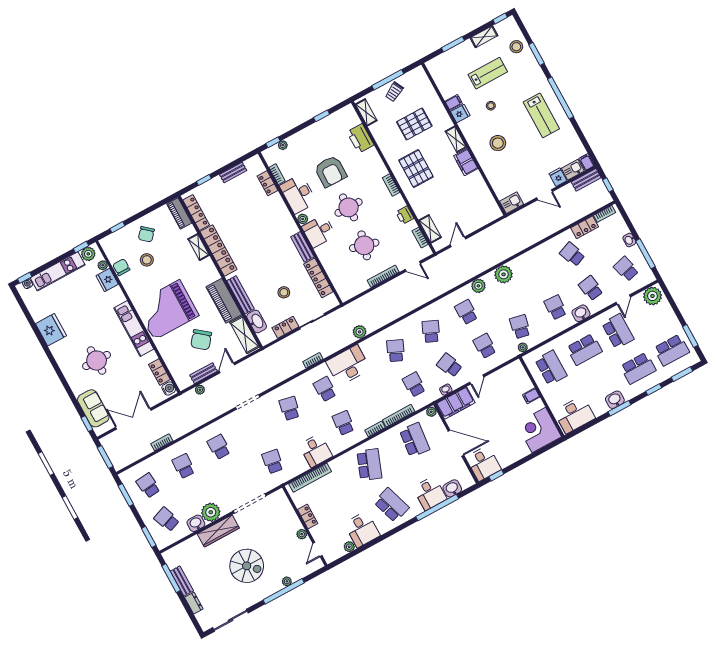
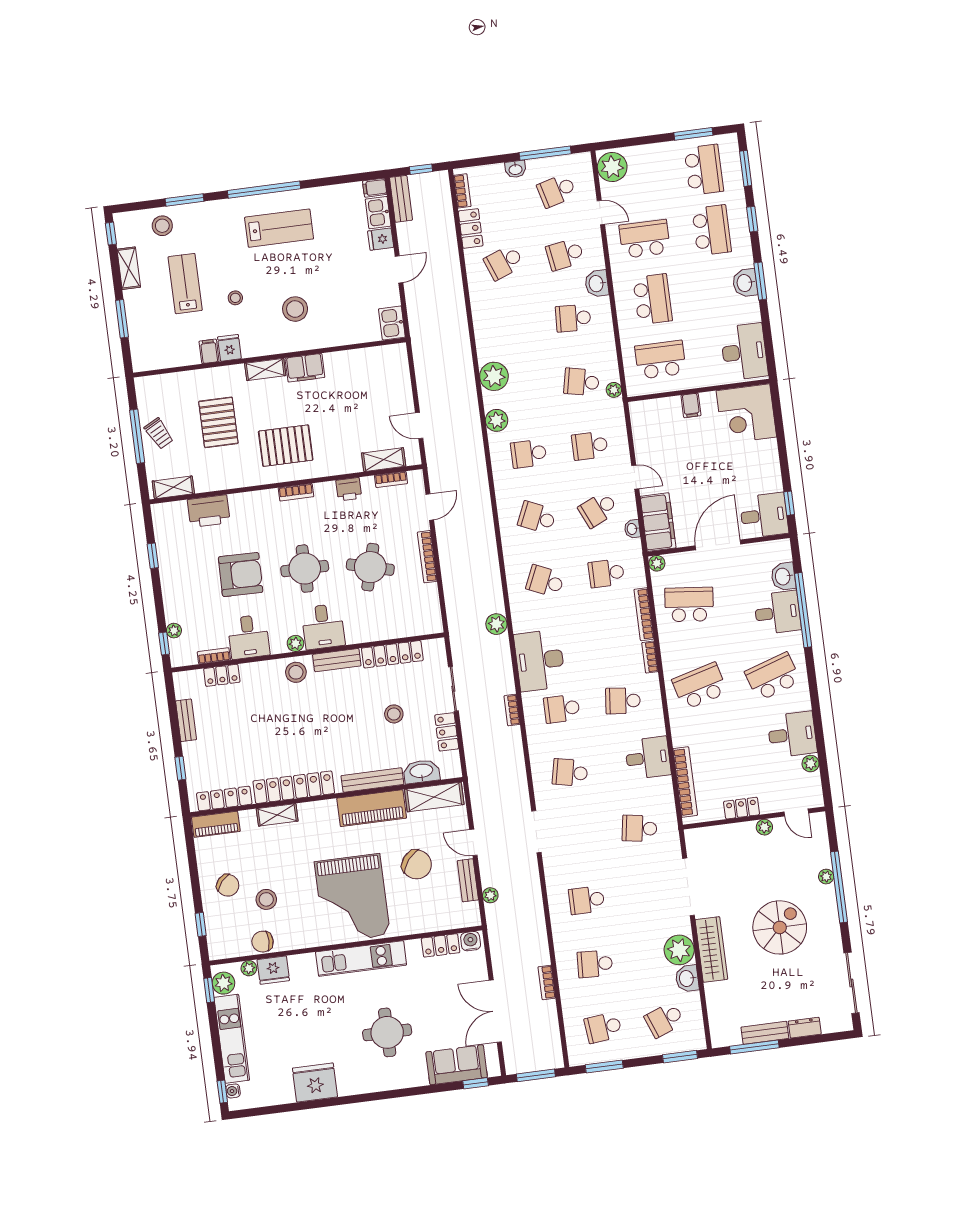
desk: (298, 194) -> (248, 637), width x0.73
stool: (286, 226) -> (296, 672), added
school desk: (369, 465) -> (700, 686), turned -36

